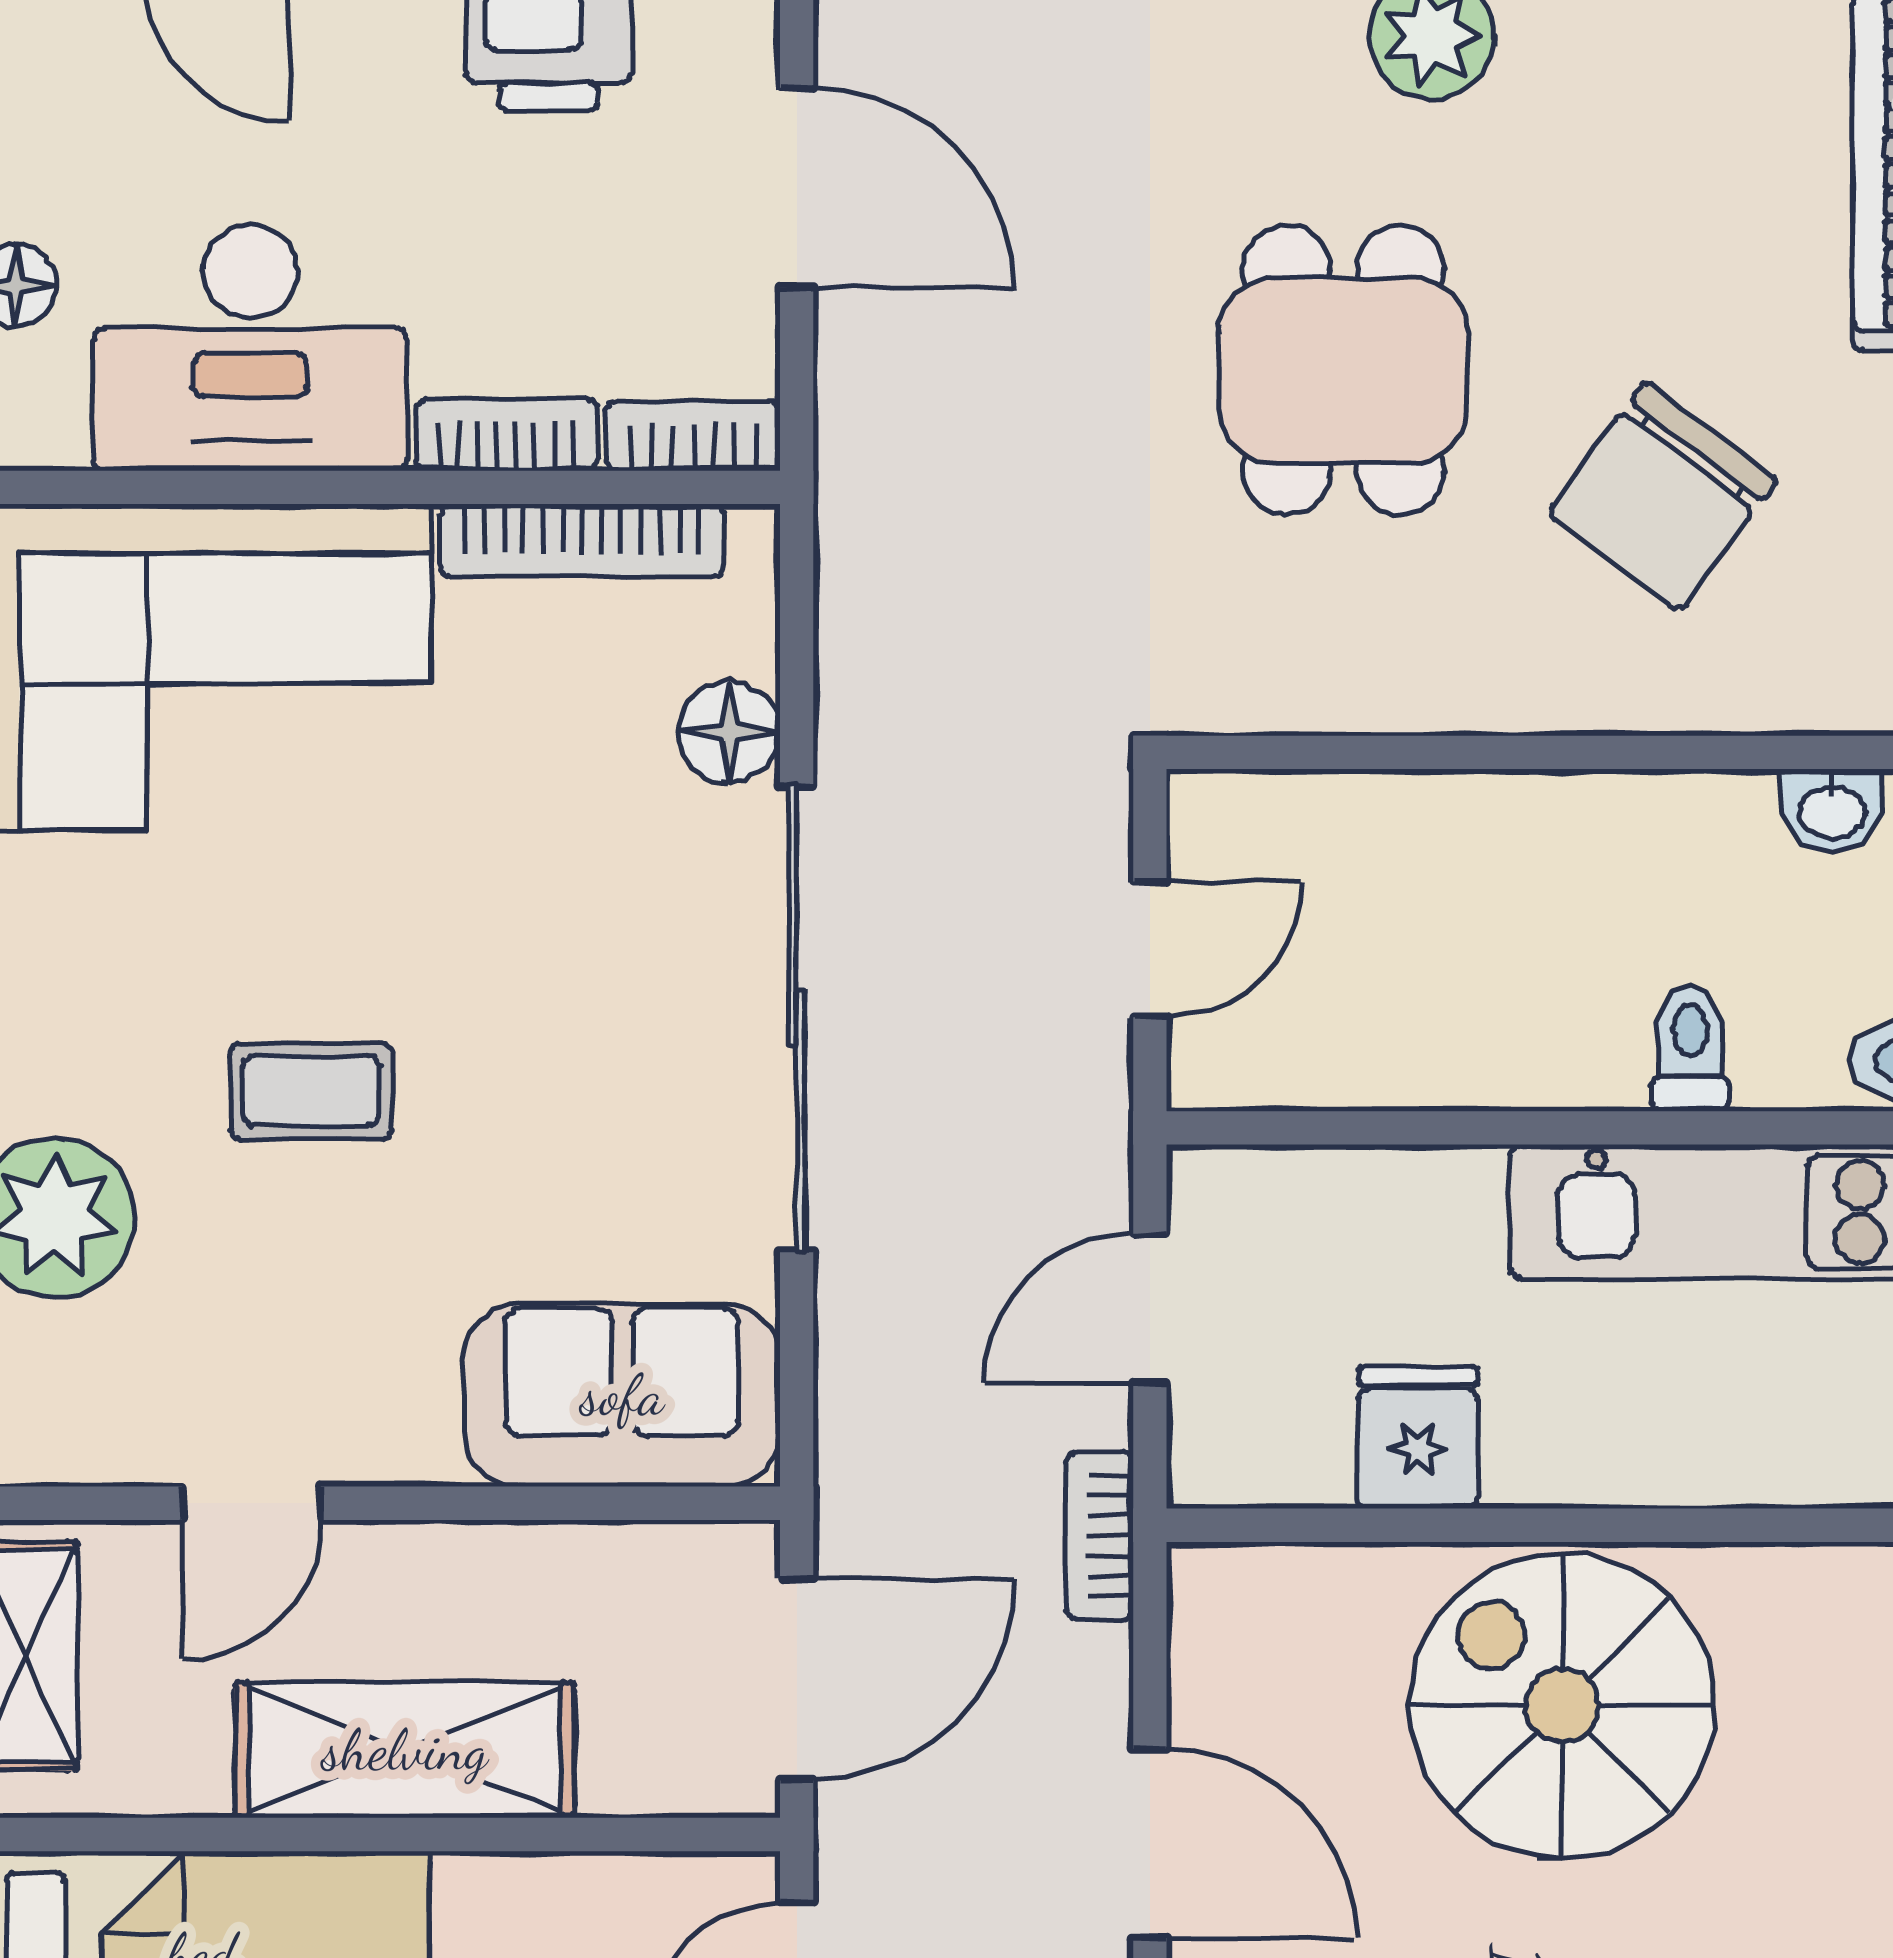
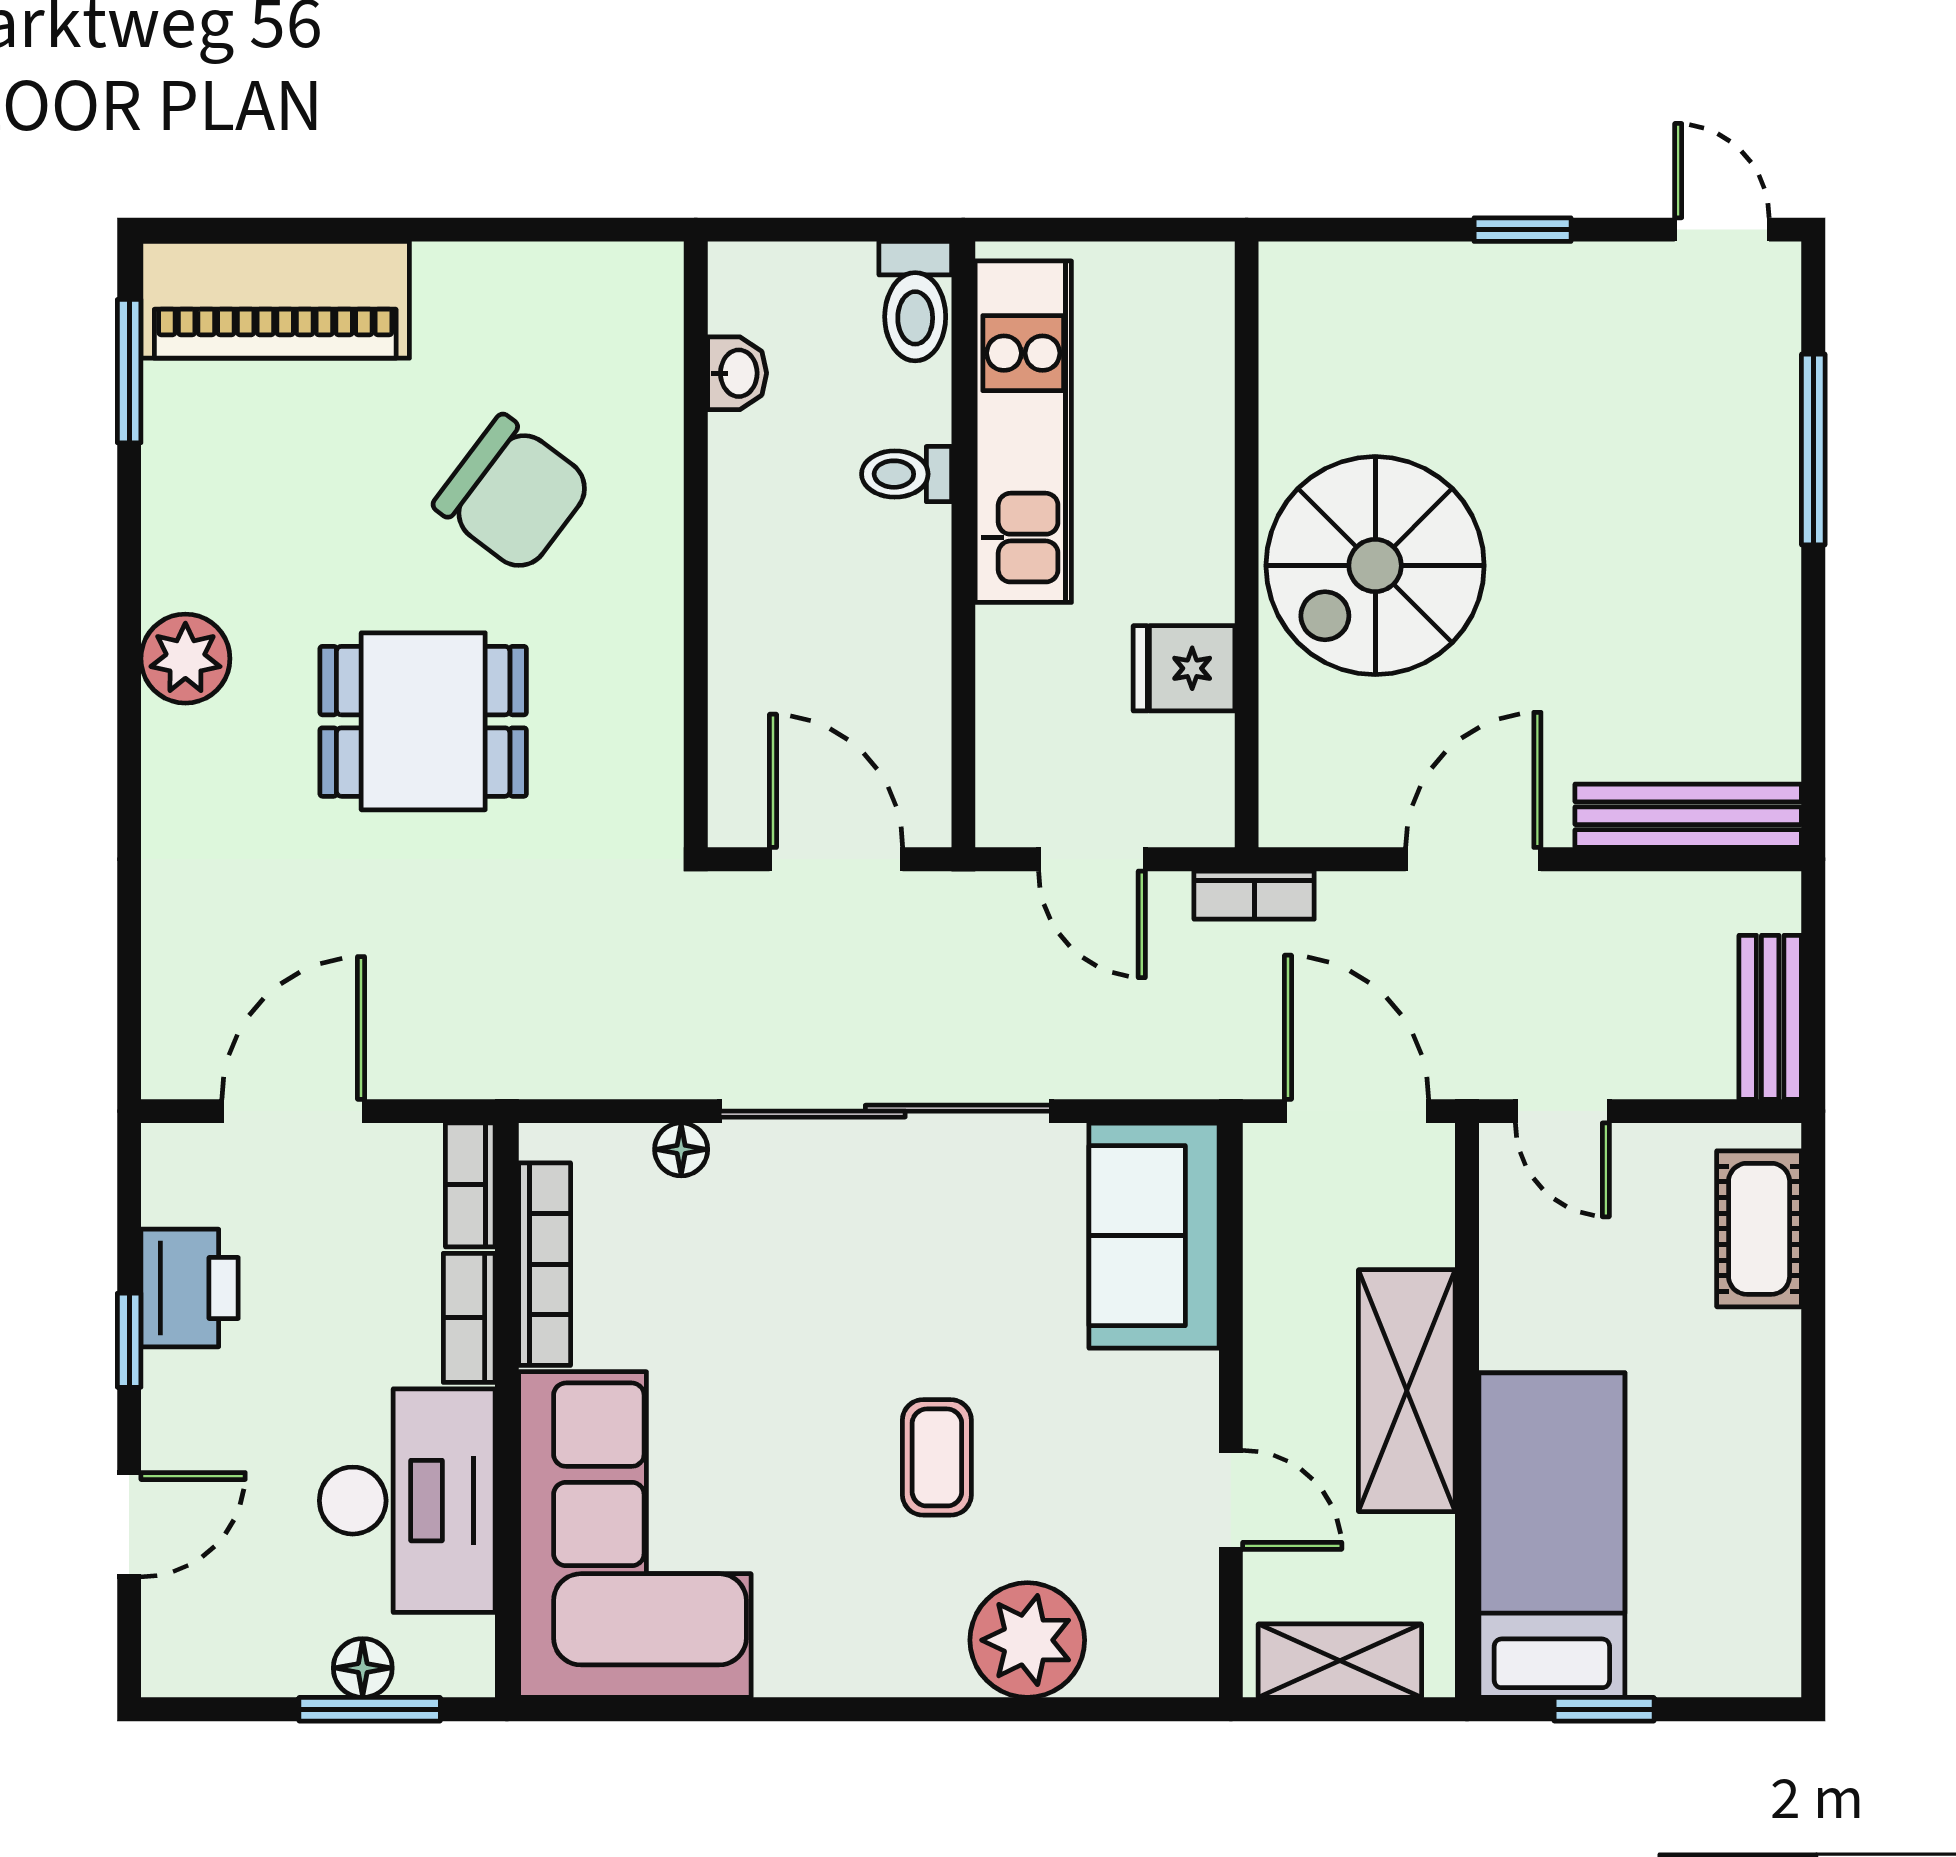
floor lamp: (729, 732) -> (681, 1149), width x0.73, depth x0.73
door: (1150, 949) -> (836, 859), width x1.38

